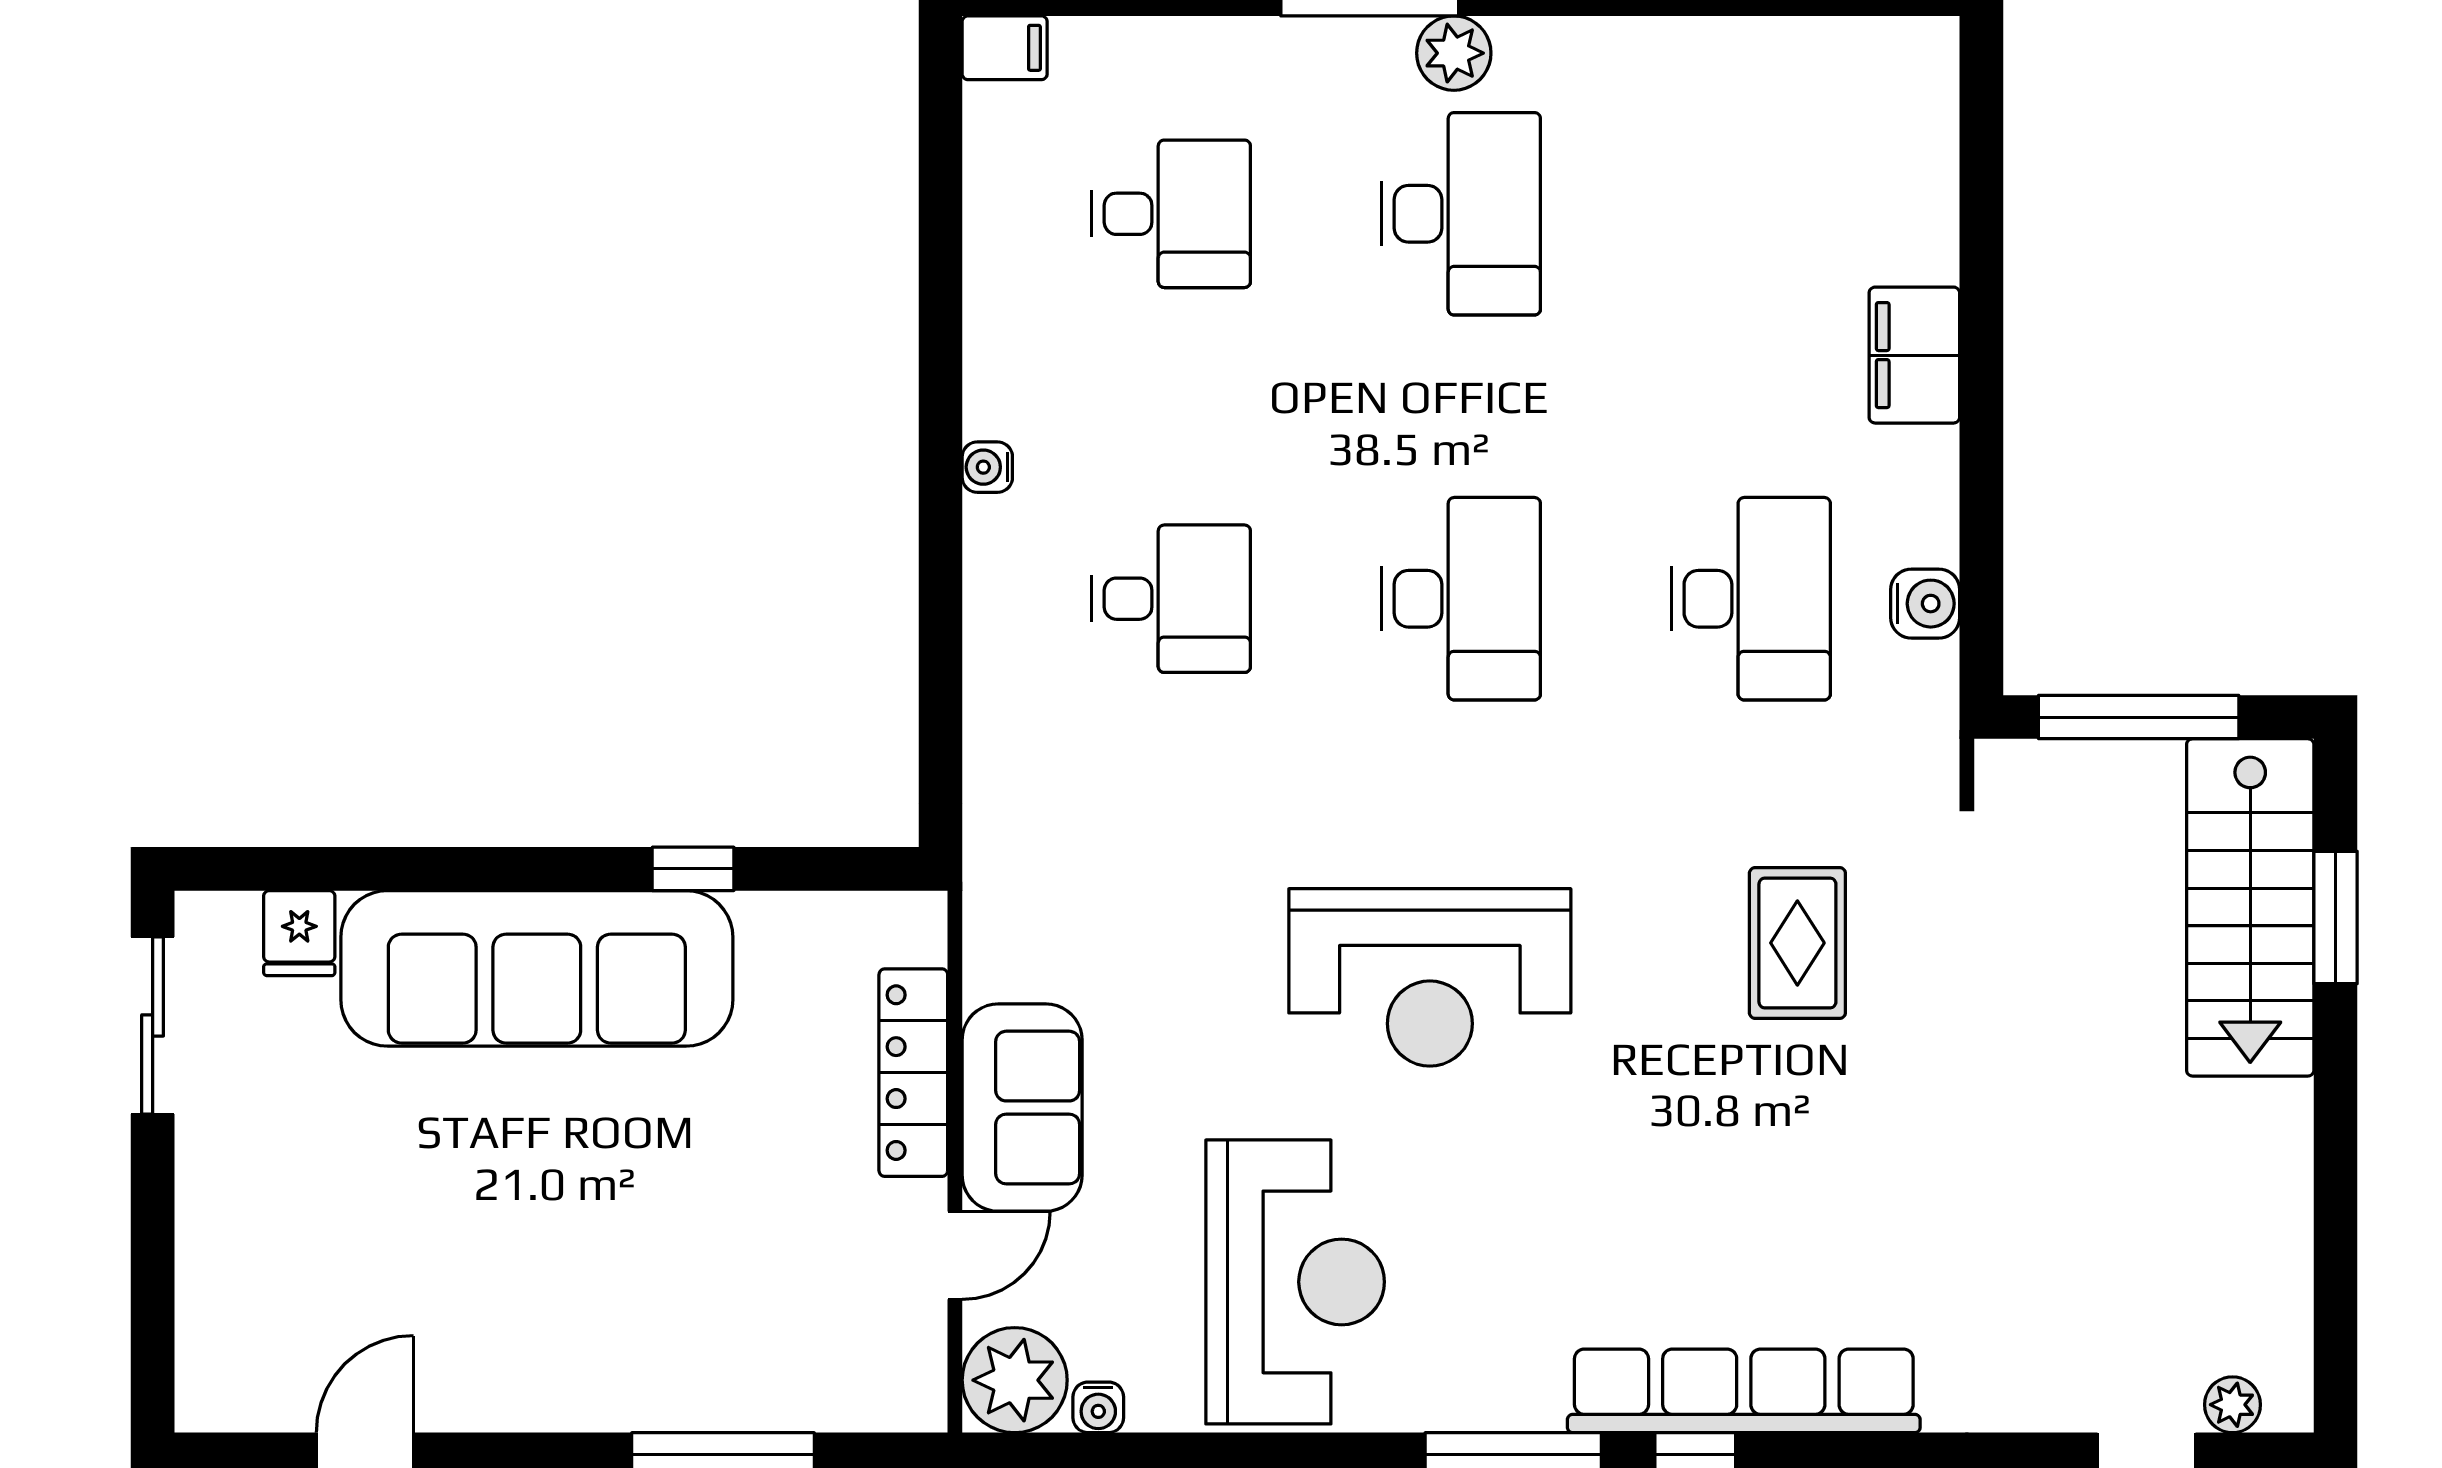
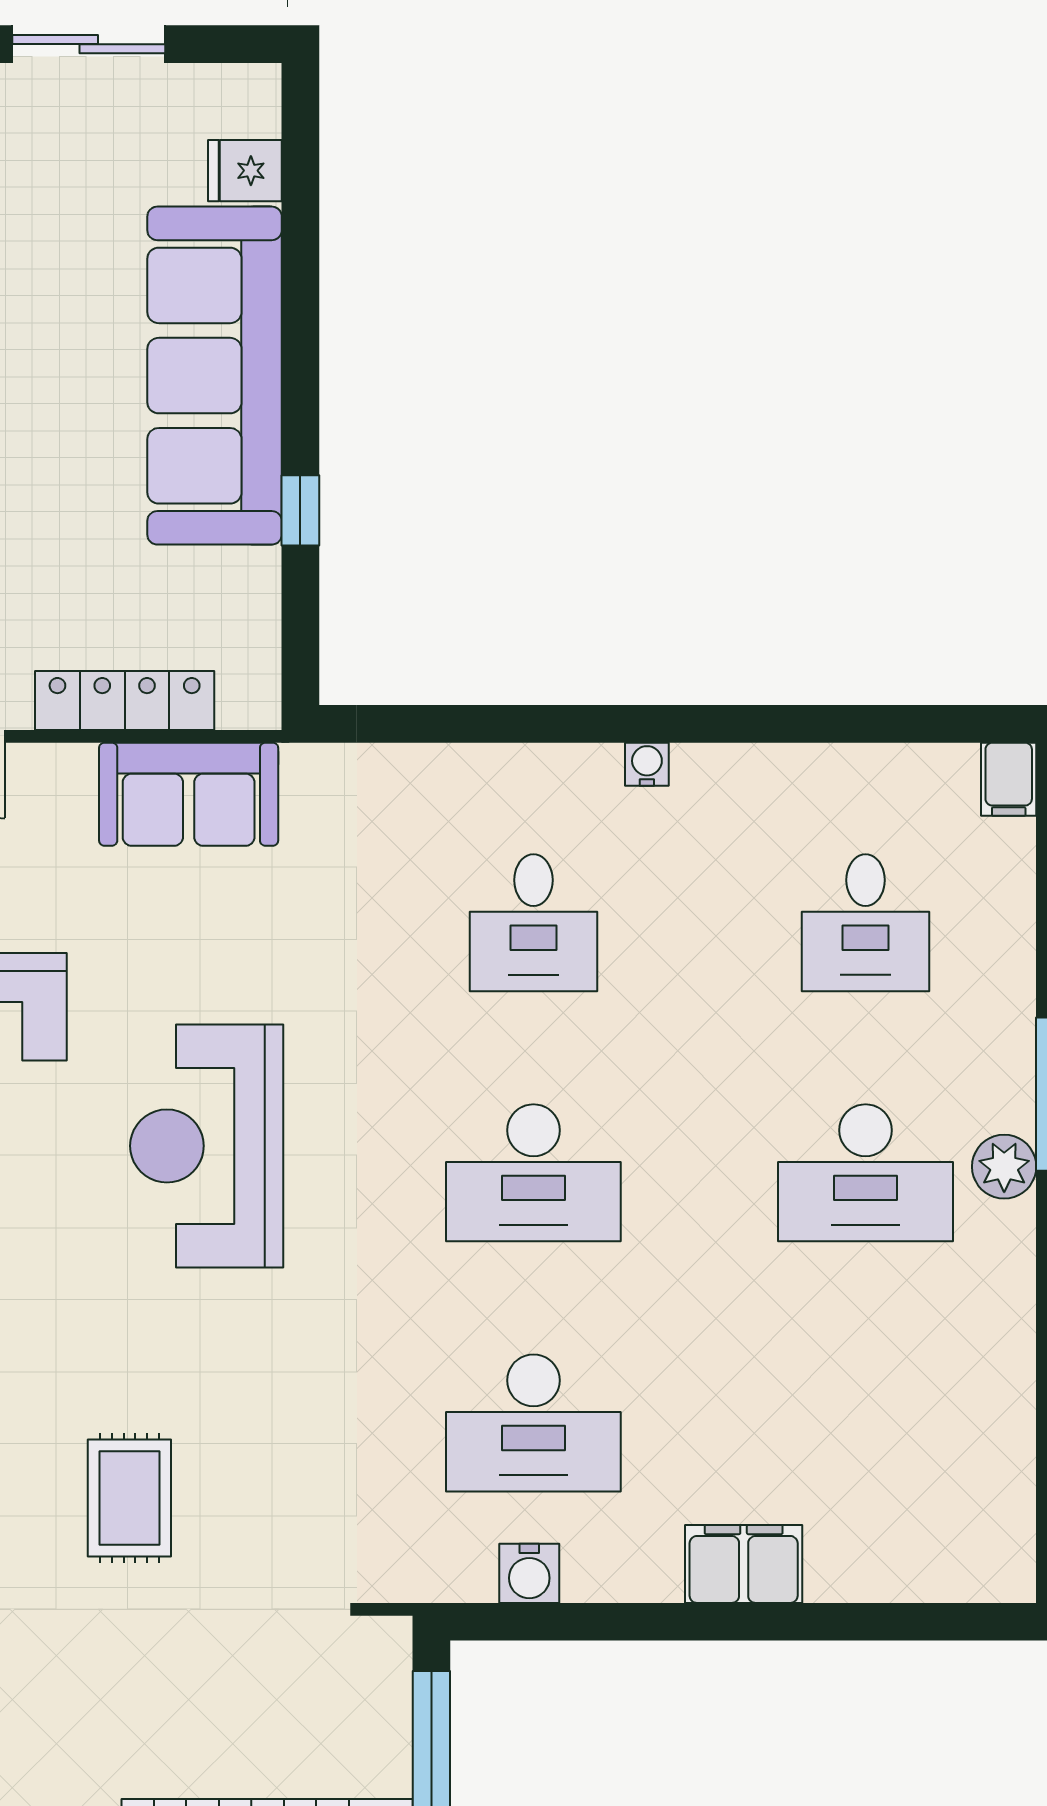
rug: (1797, 943) -> (129, 1498), moved, turned 90
sliding door: (153, 1025) -> (89, 44), moved
sofa: (1022, 1108) -> (189, 794), moved

